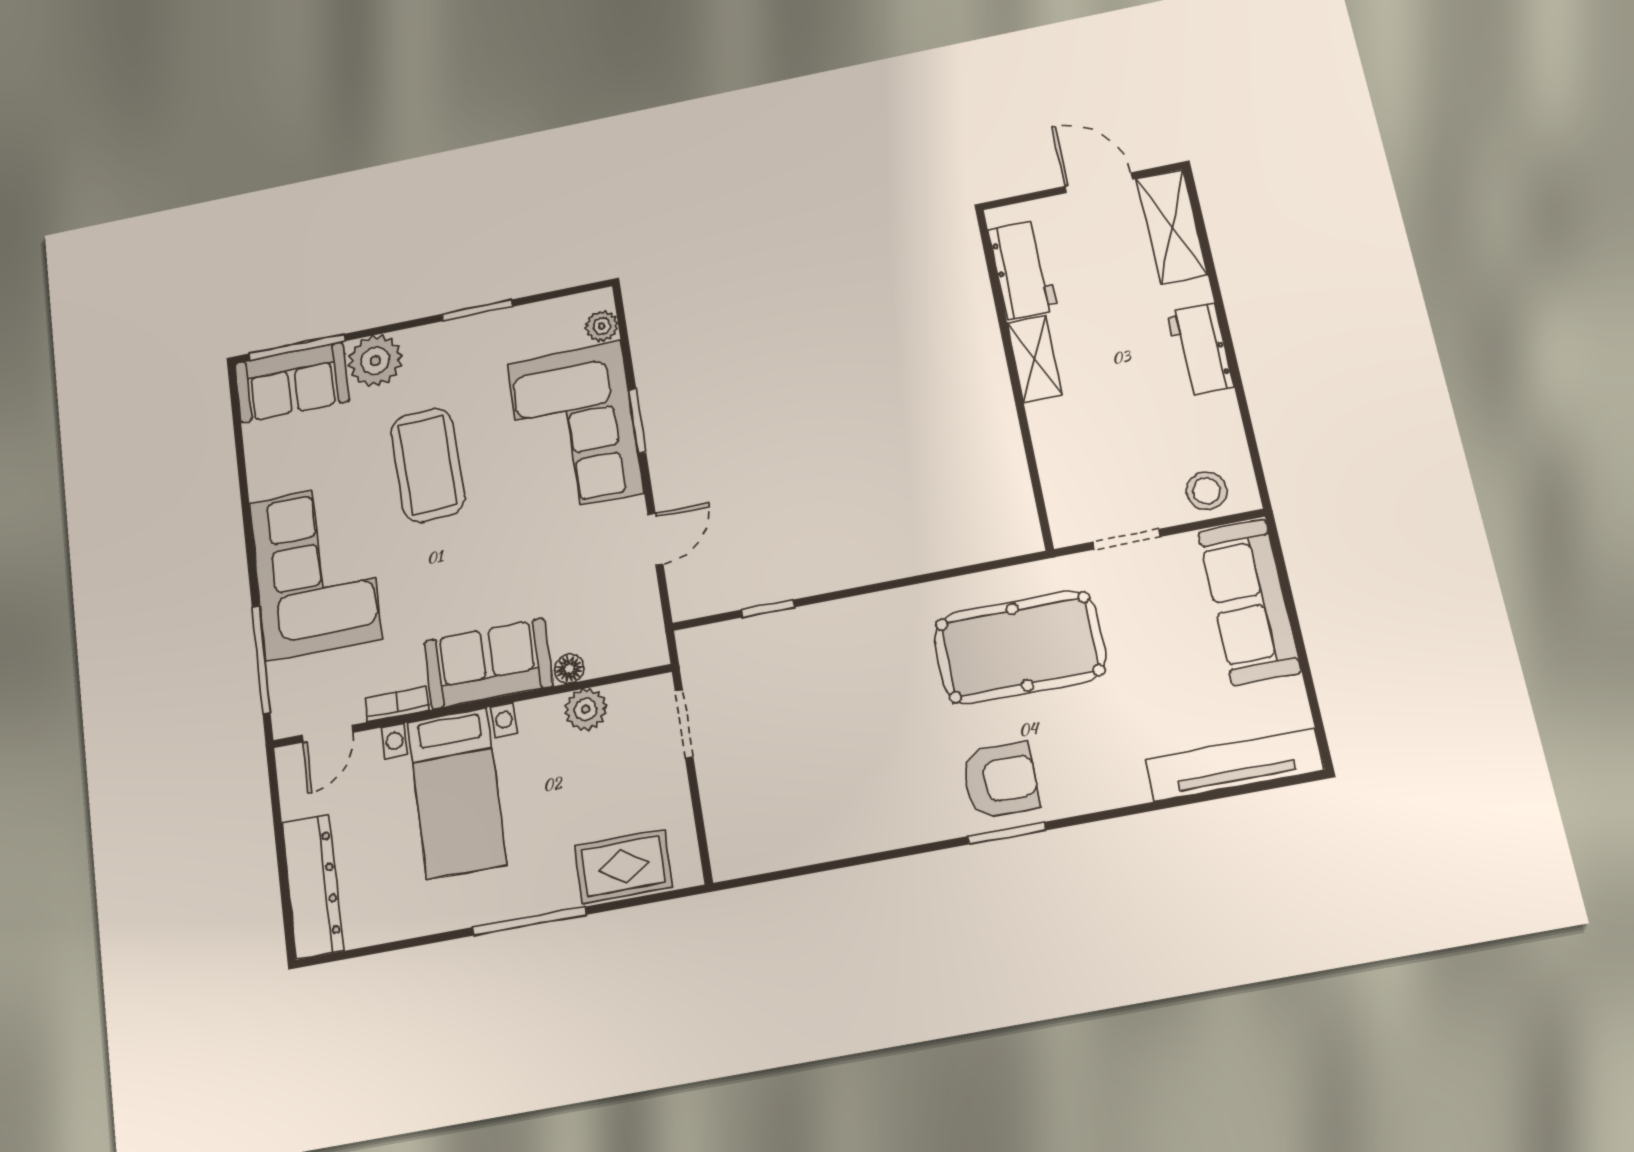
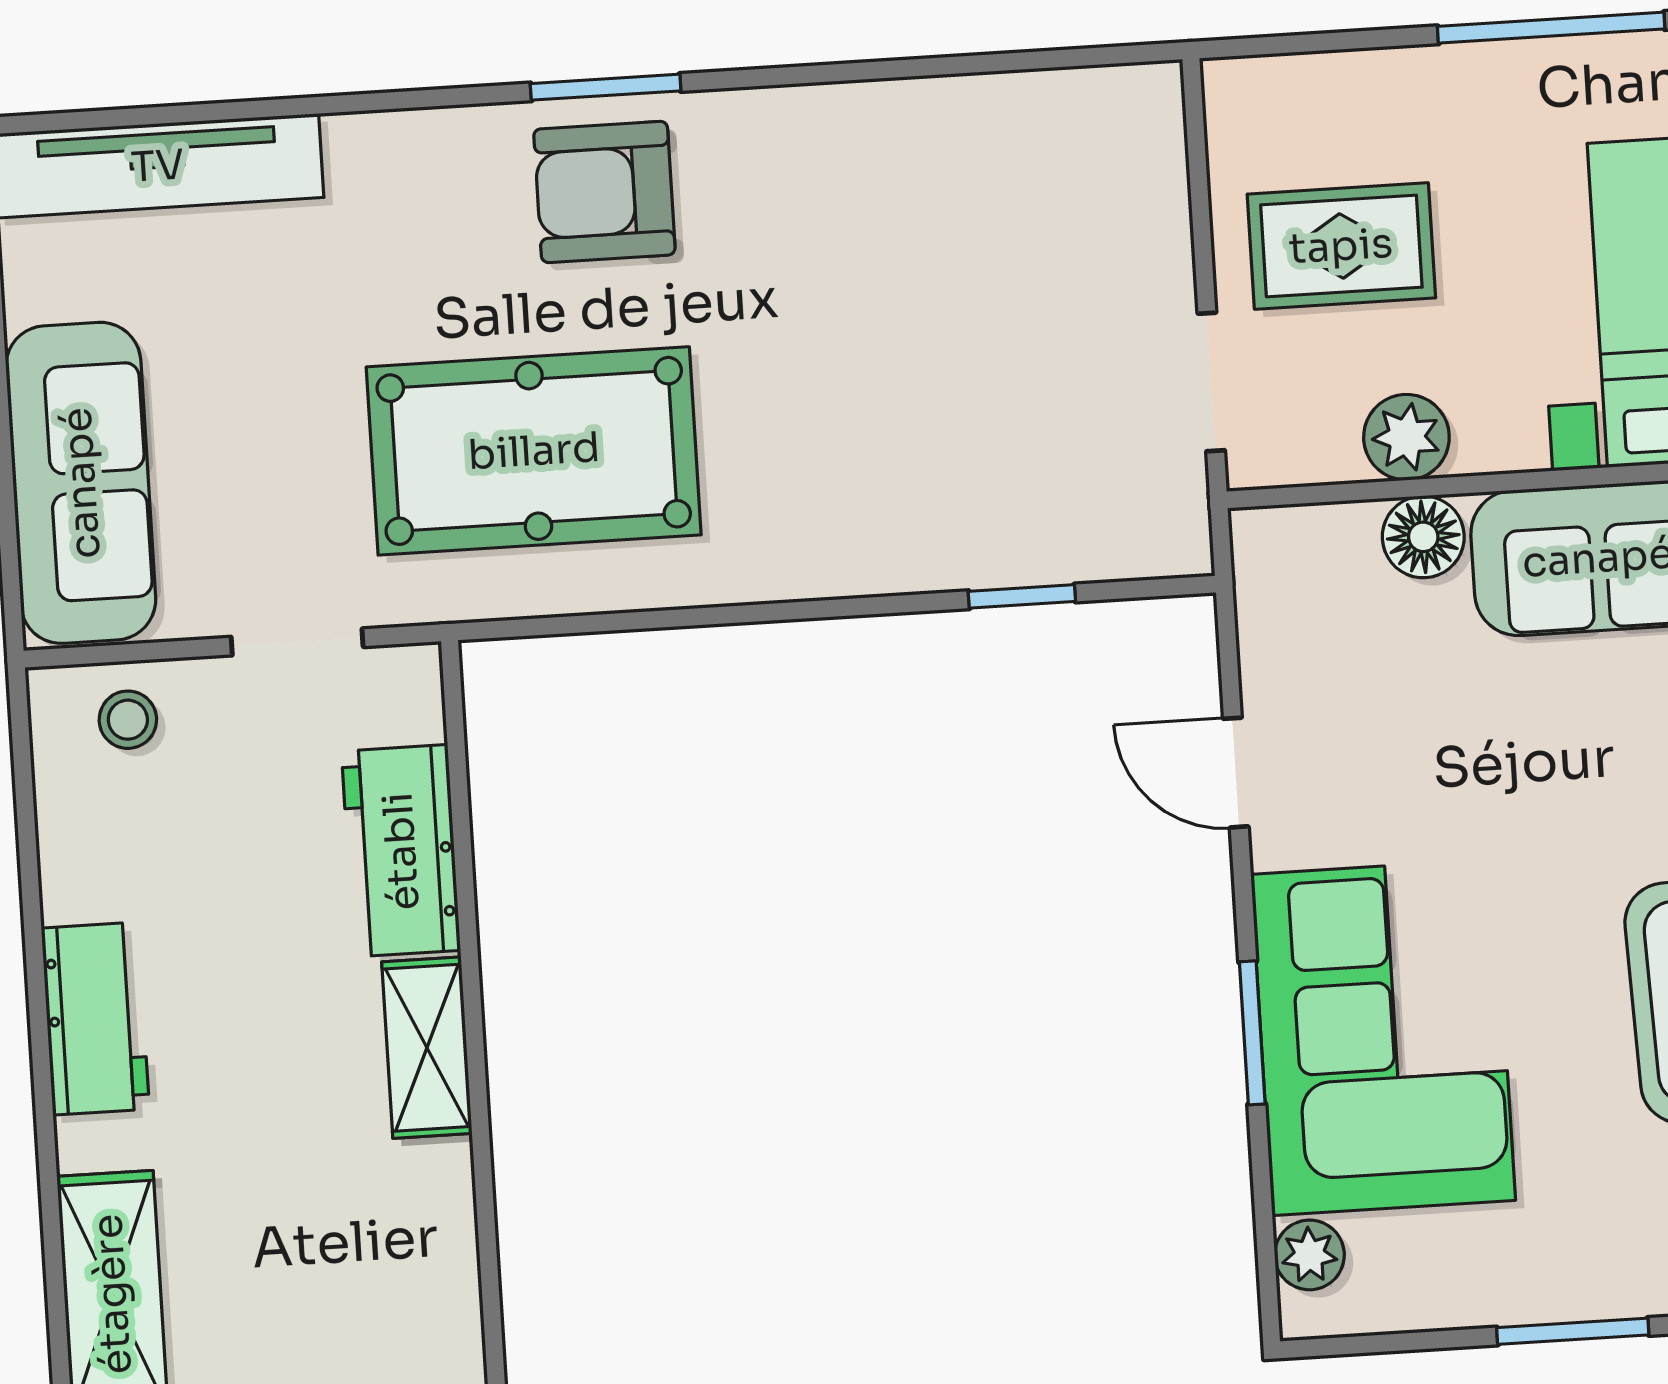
workbench: (1023, 269) -> (401, 851), moved
stool: (1207, 491) -> (128, 720), width x0.73, depth x0.73
door: (655, 539) -> (1236, 773), hinge flipped
floor lamp: (569, 669) -> (1423, 537), width x1.37, depth x1.37
rug: (624, 866) -> (1341, 246), moved

